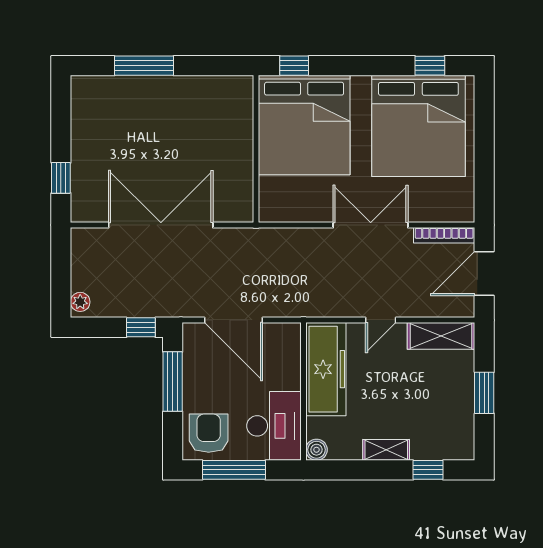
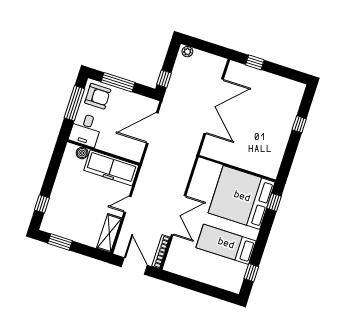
window: (144, 66) -> (299, 124), width x0.46
bed: (418, 126) -> (226, 244), width x0.49
door: (381, 320) -> (128, 204), hinge flipped
window: (173, 382) -> (118, 82), moved
window: (484, 393) -> (60, 242), moved
desk: (274, 426) -> (86, 130), width x0.73
boiler: (316, 450) -> (82, 153), moved
shelving: (386, 450) -> (59, 186), removed

